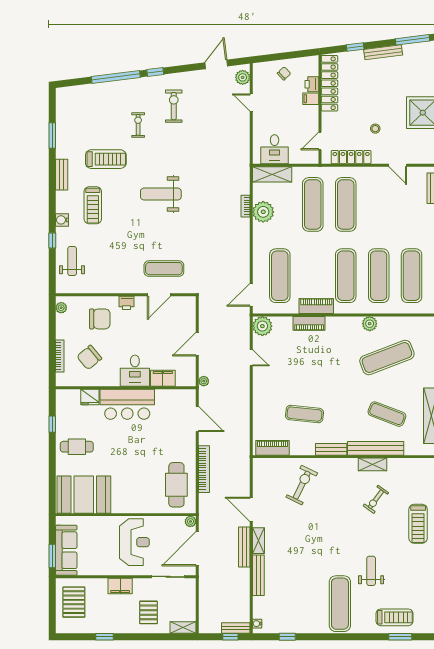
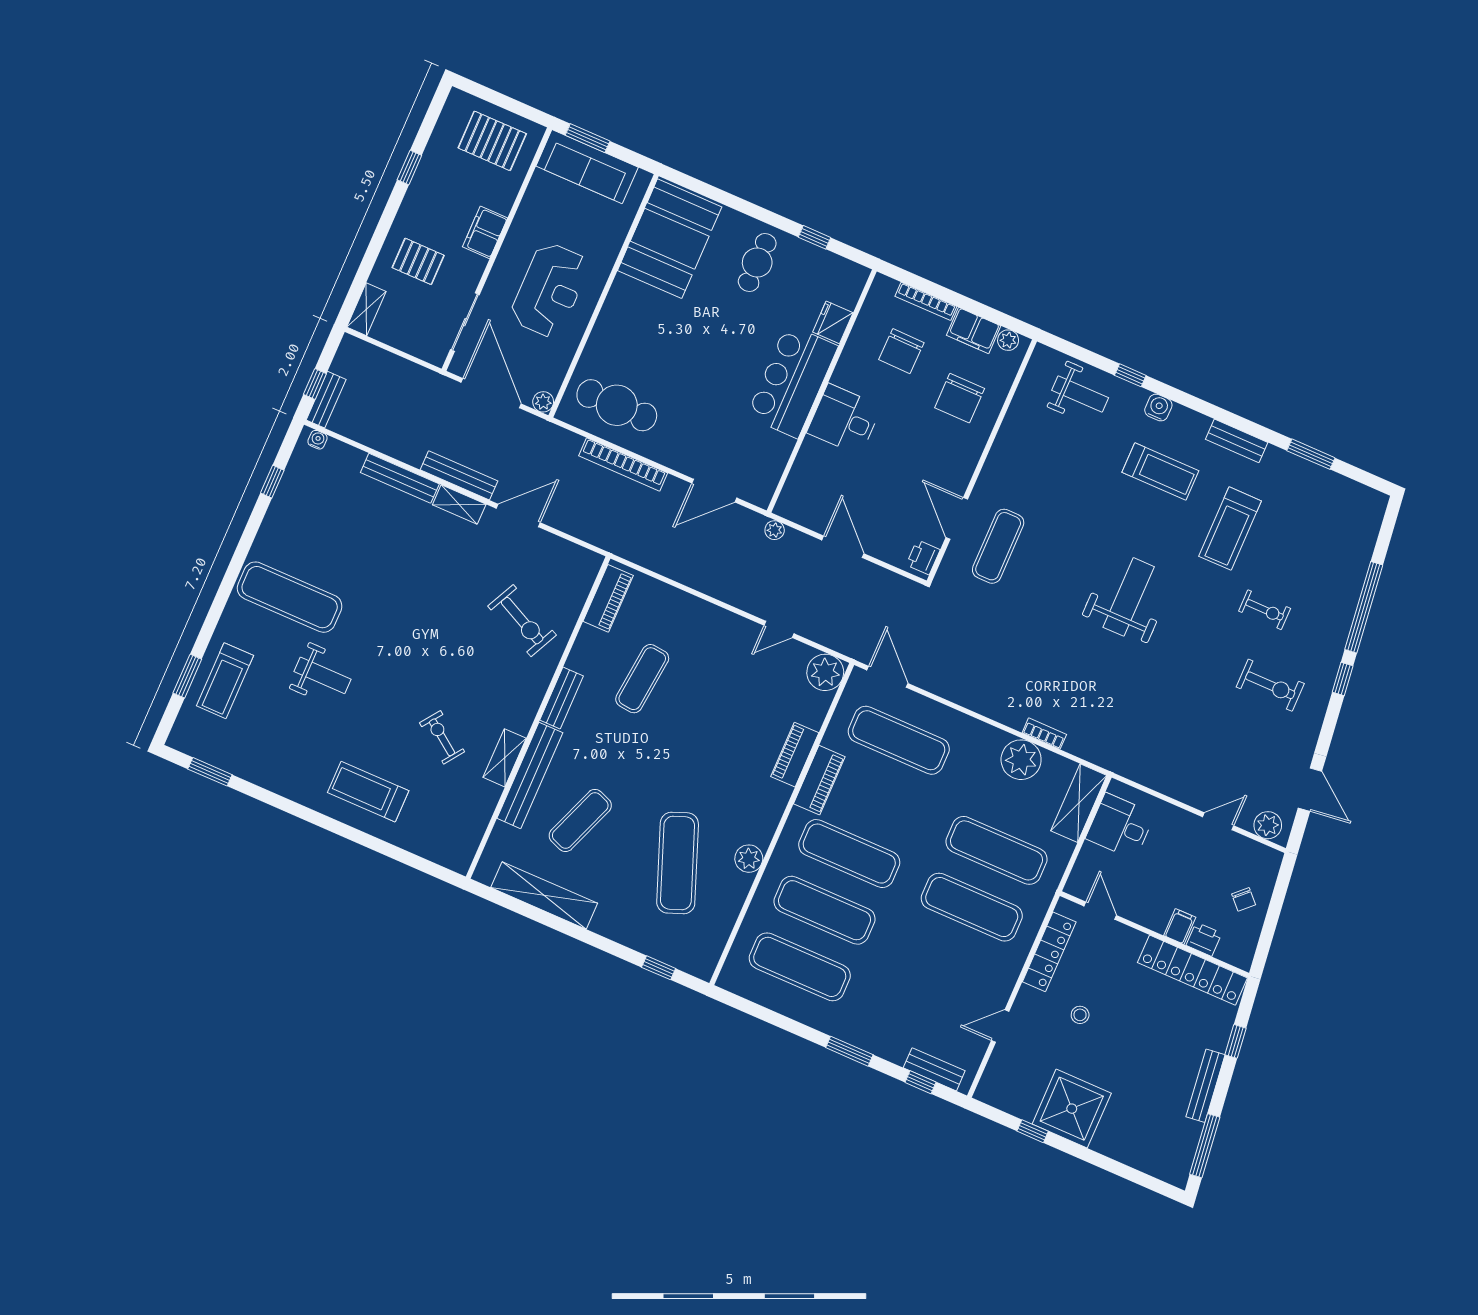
treadmill: (93, 205) -> (1160, 472), turned 180
printer: (127, 303) -> (923, 557), moved
chair: (89, 357) -> (901, 351), turned -139
filing cabinet: (163, 378) -> (974, 331), moved, turned 90
reception desk: (134, 542) -> (550, 290), turned -90

